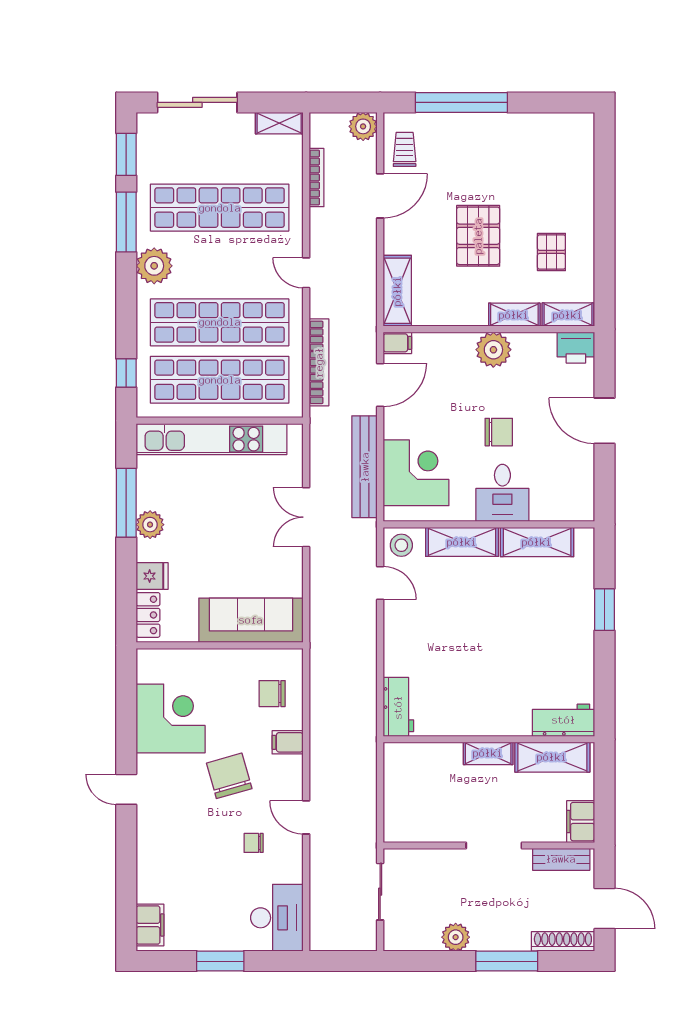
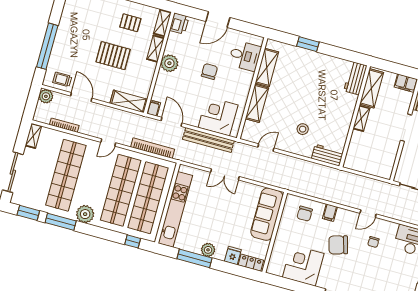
desk: (502, 493) -> (245, 56), moved
stool: (401, 545) -> (303, 129), moved

